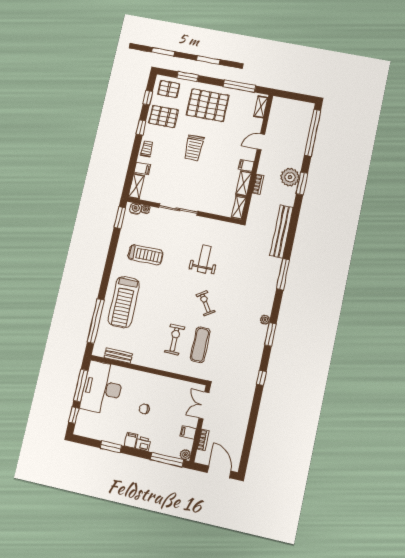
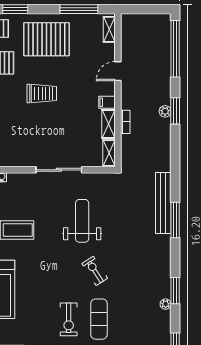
trolley: (194, 148) -> (42, 93), turned -90
plant: (290, 177) -> (165, 111), width x0.53, depth x0.53
sliding door: (178, 209) -> (59, 170), moved
bench: (281, 231) -> (163, 203), moved
weight bench: (204, 259) -> (82, 221), width x1.36, depth x1.33
plant: (265, 320) -> (166, 304), moved
exercise bike: (174, 340) -> (69, 319), turned 180

